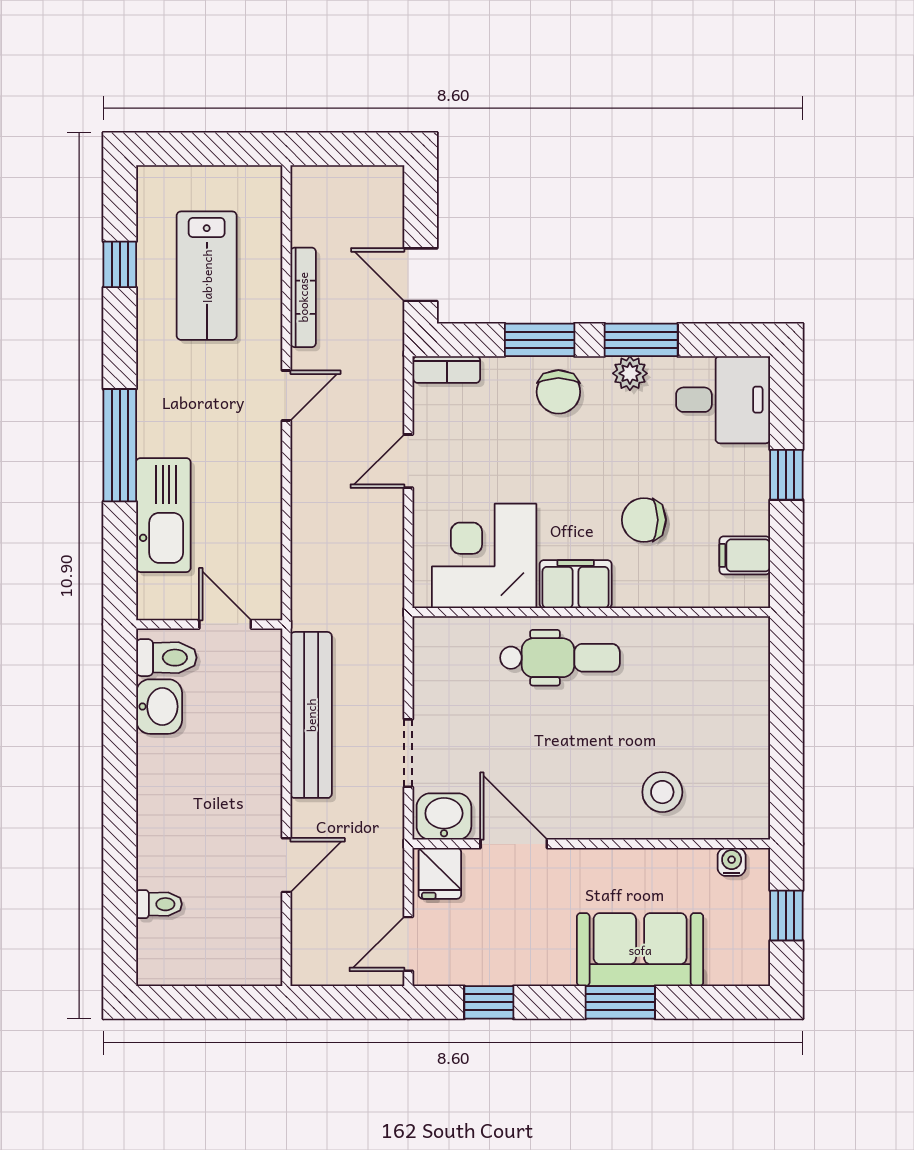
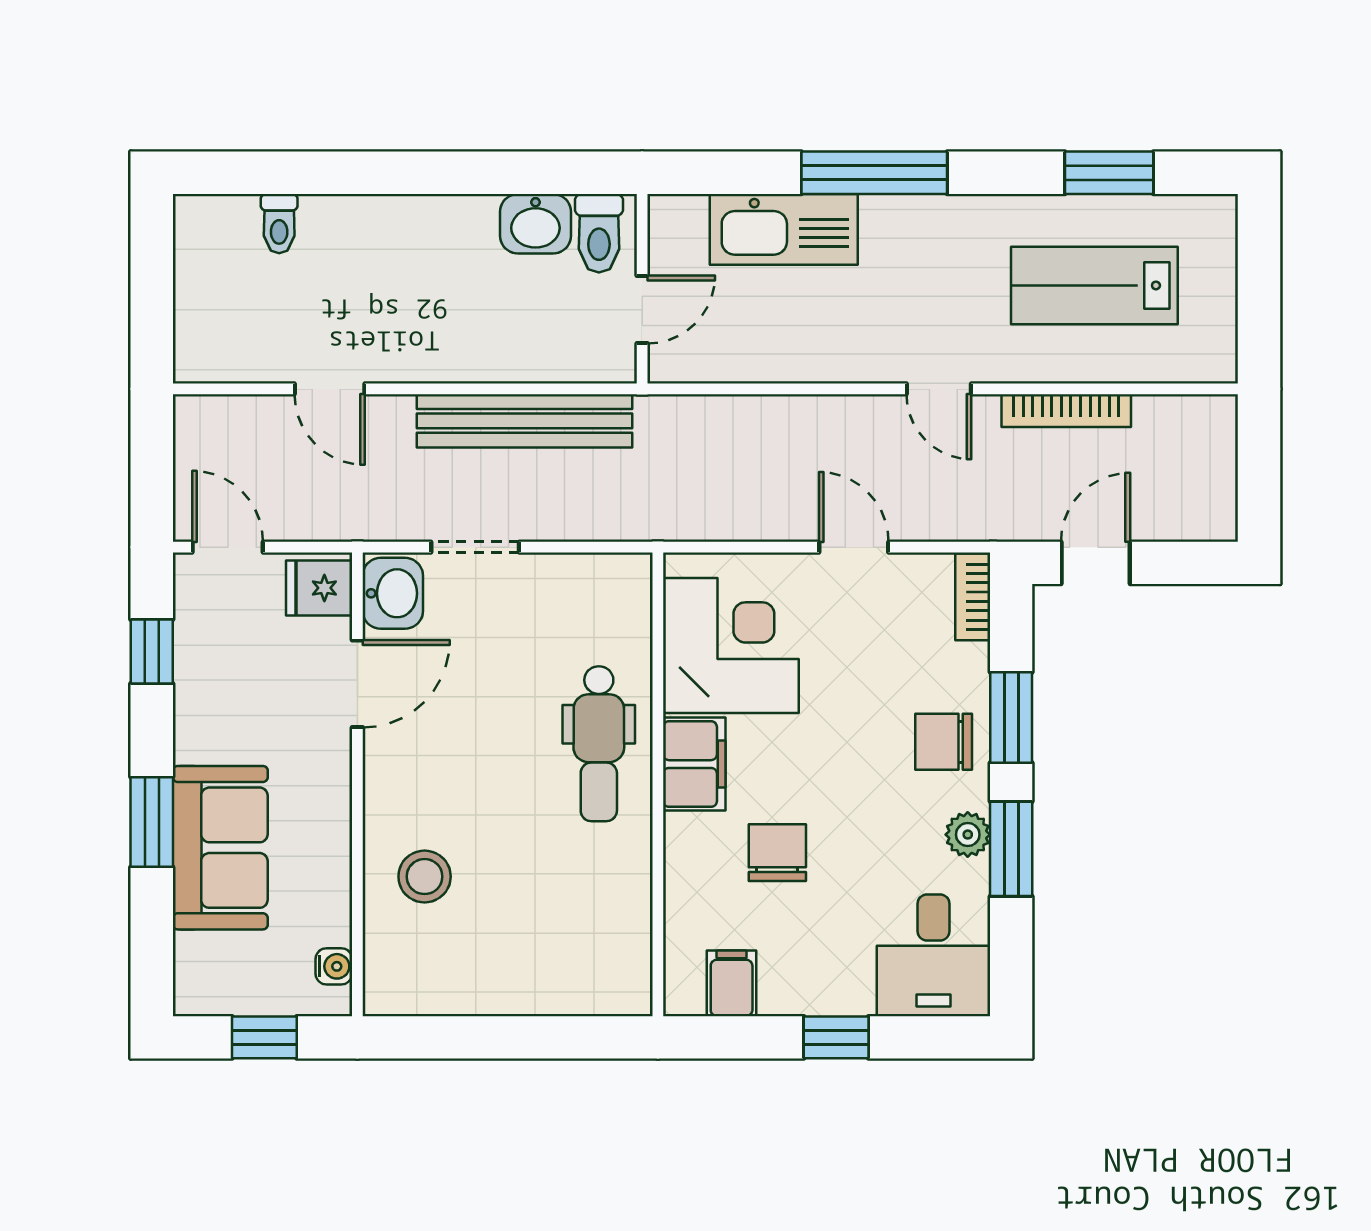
window: (120, 264) -> (1109, 173), width x1.50

